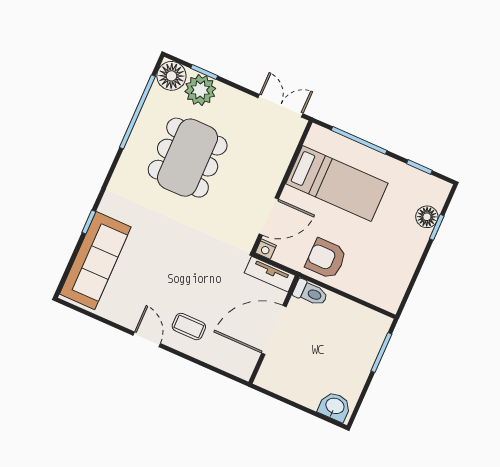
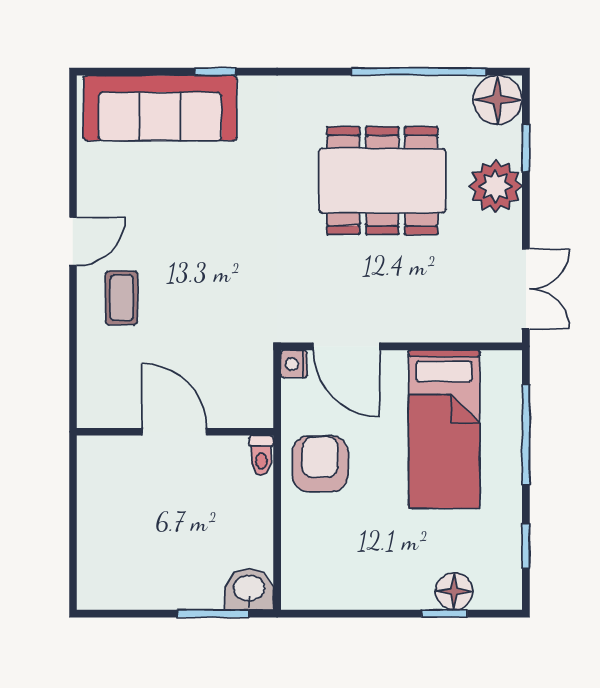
plant: (200, 90) -> (496, 186), moved
tv unit: (270, 274) -> (258, 388), removed
toilet: (310, 293) -> (261, 455), width x0.73, depth x0.72
door: (274, 330) -> (174, 432), width x0.73
washbasin: (335, 407) -> (249, 589), moved, turned -90

